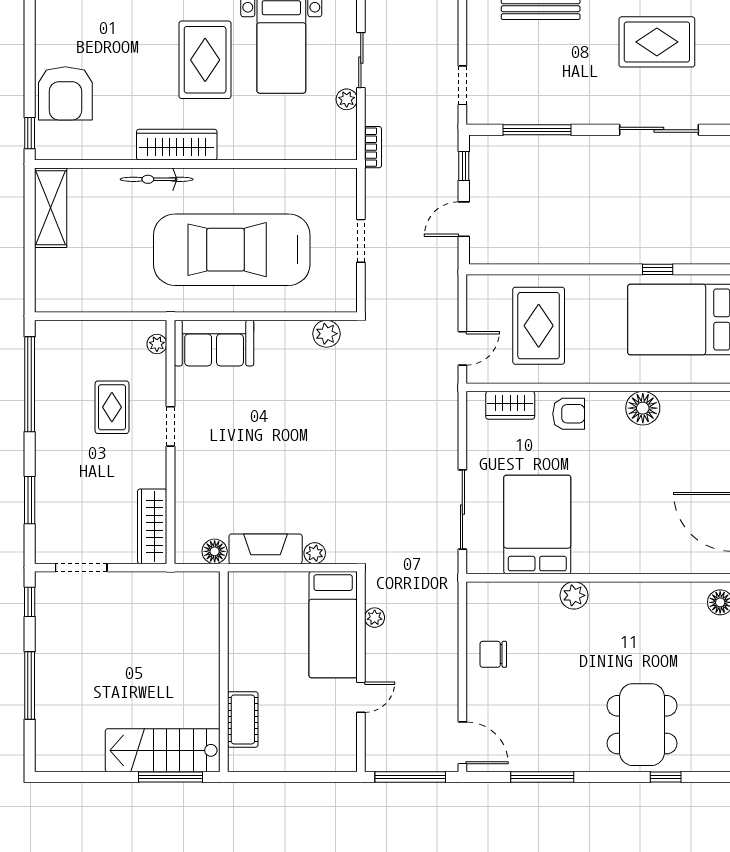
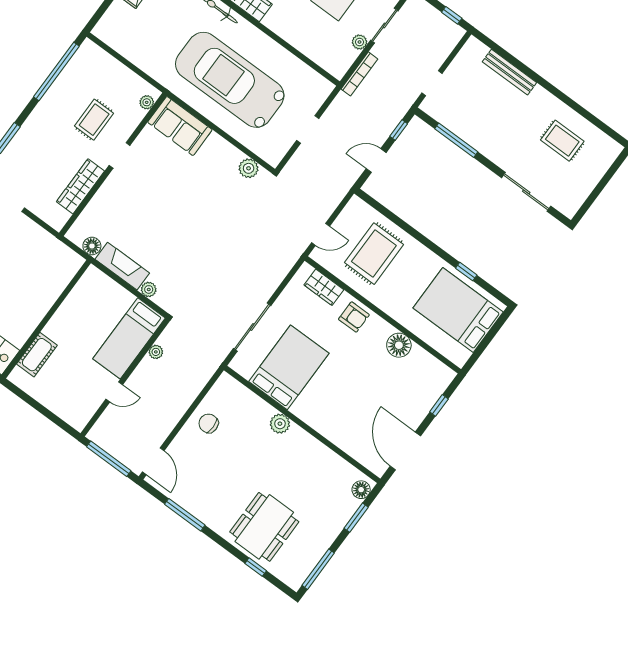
rug: (657, 42) -> (562, 141), width x0.73, depth x0.70
bookcase: (373, 147) -> (359, 74), width x1.56
wardrobe: (152, 526) -> (80, 186), moved

